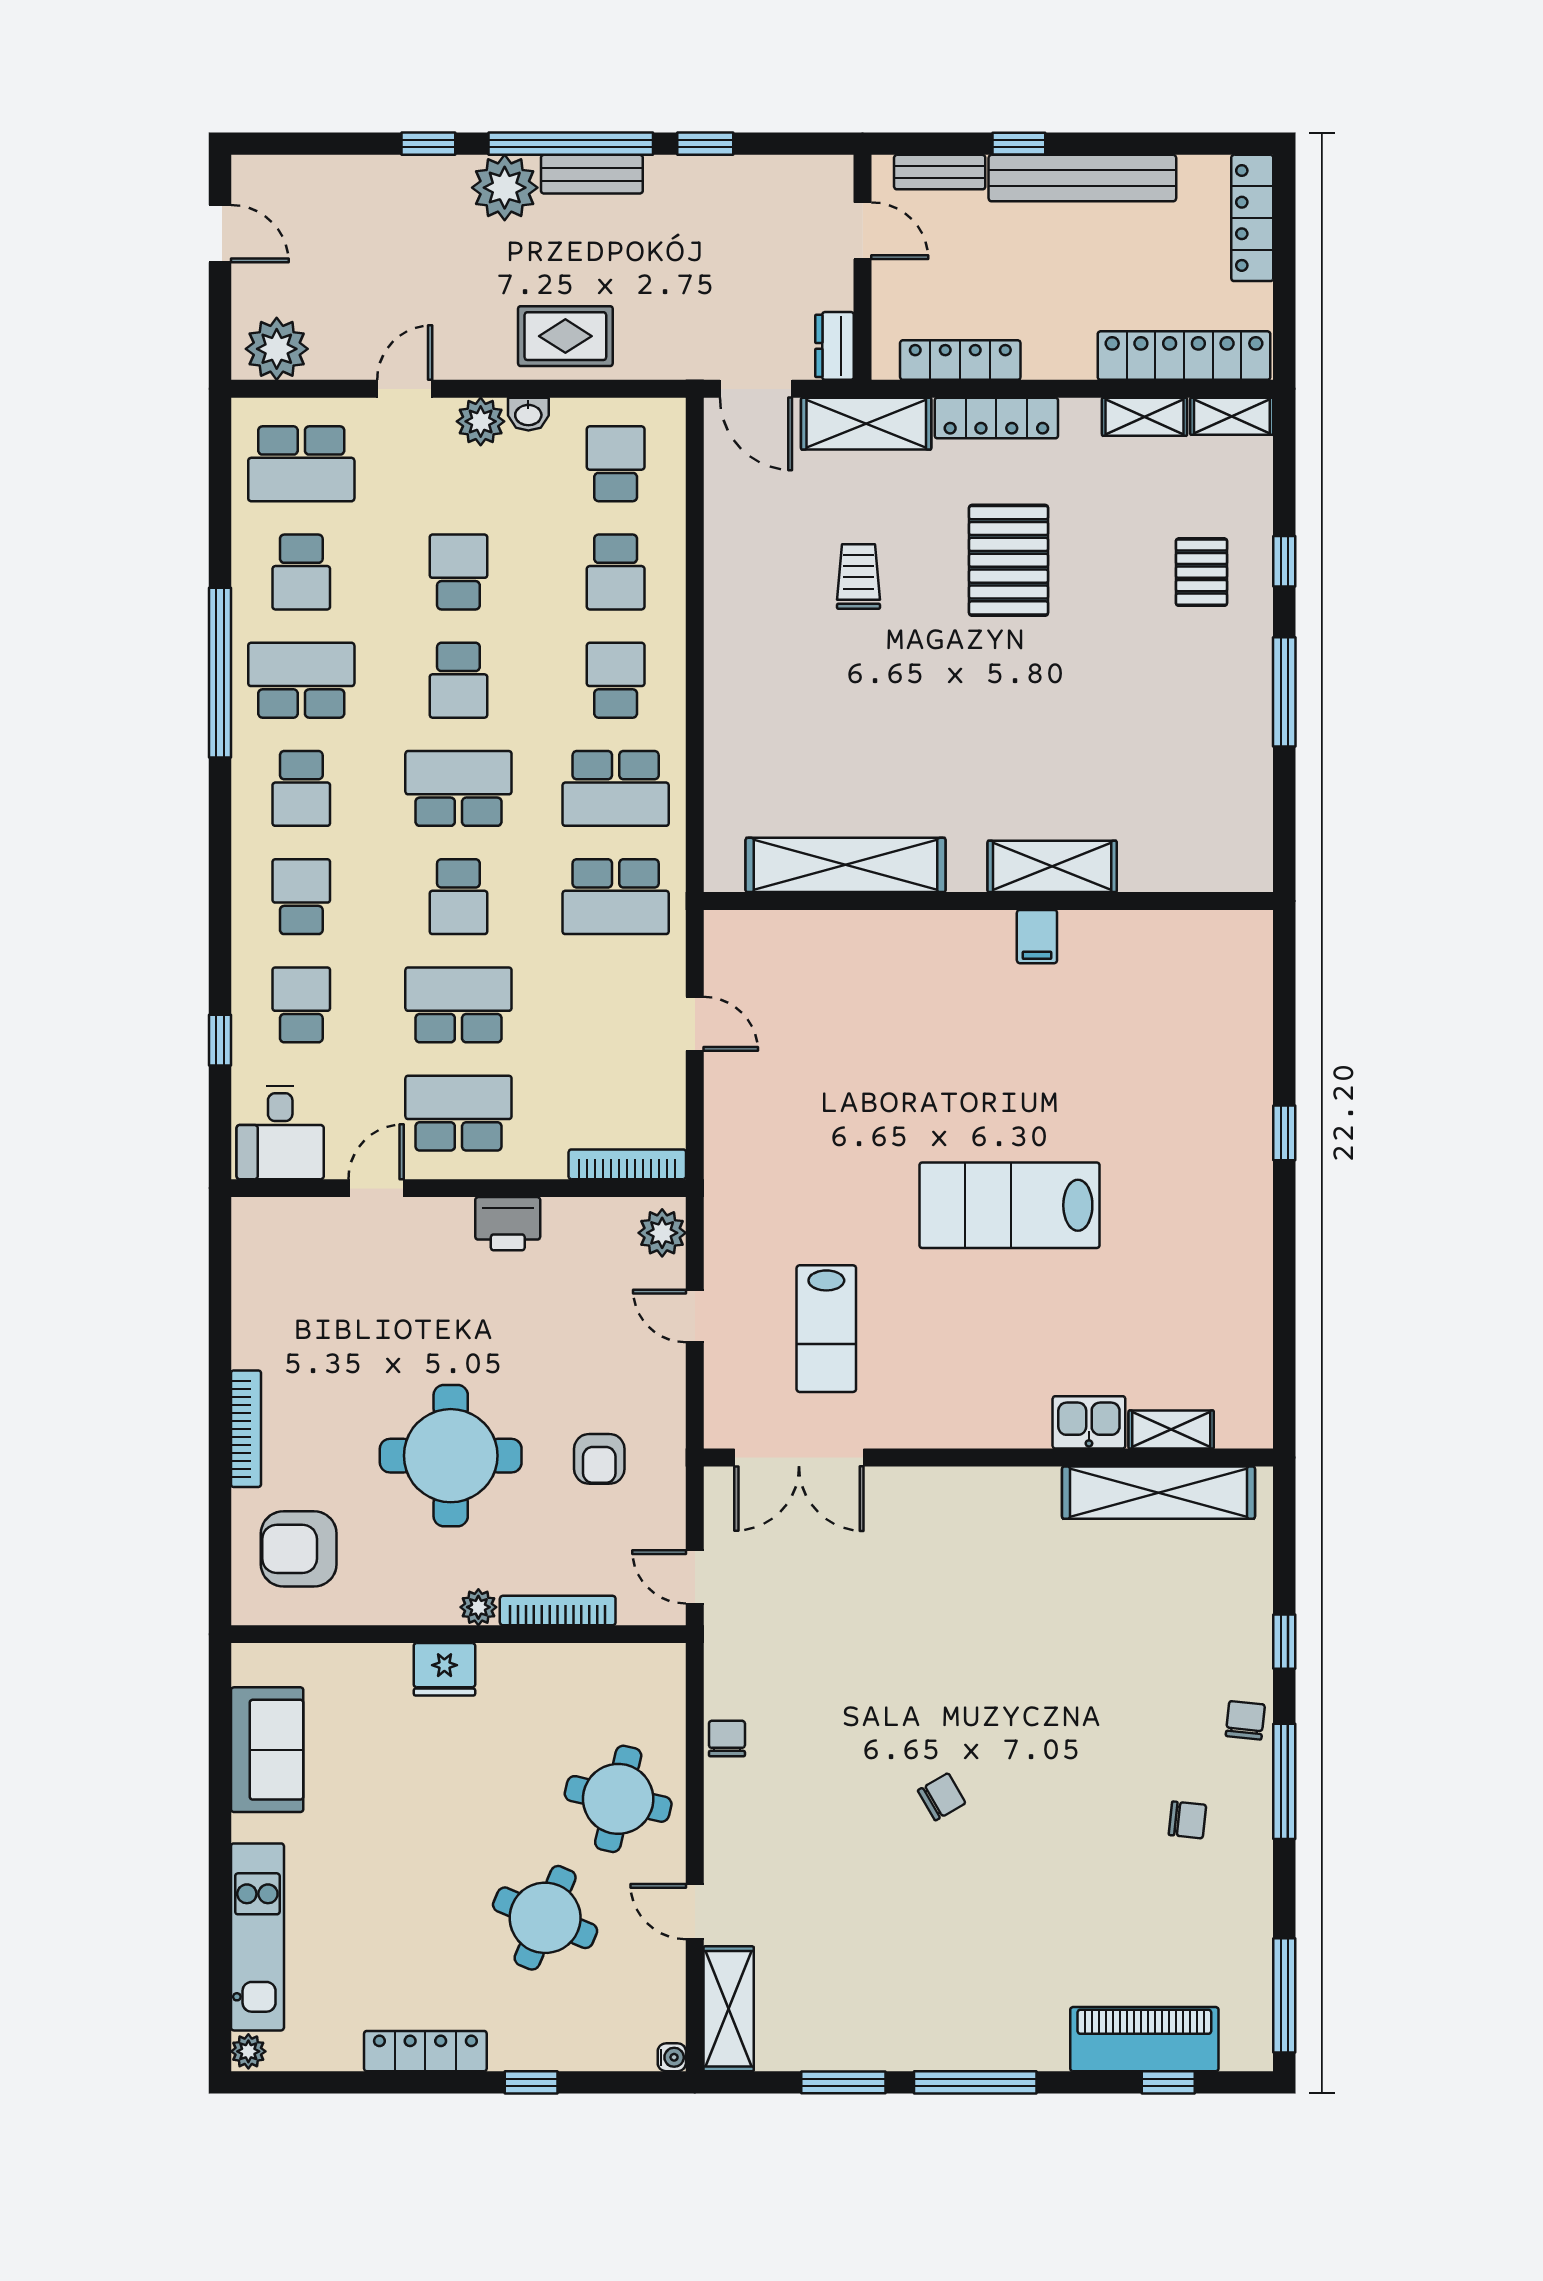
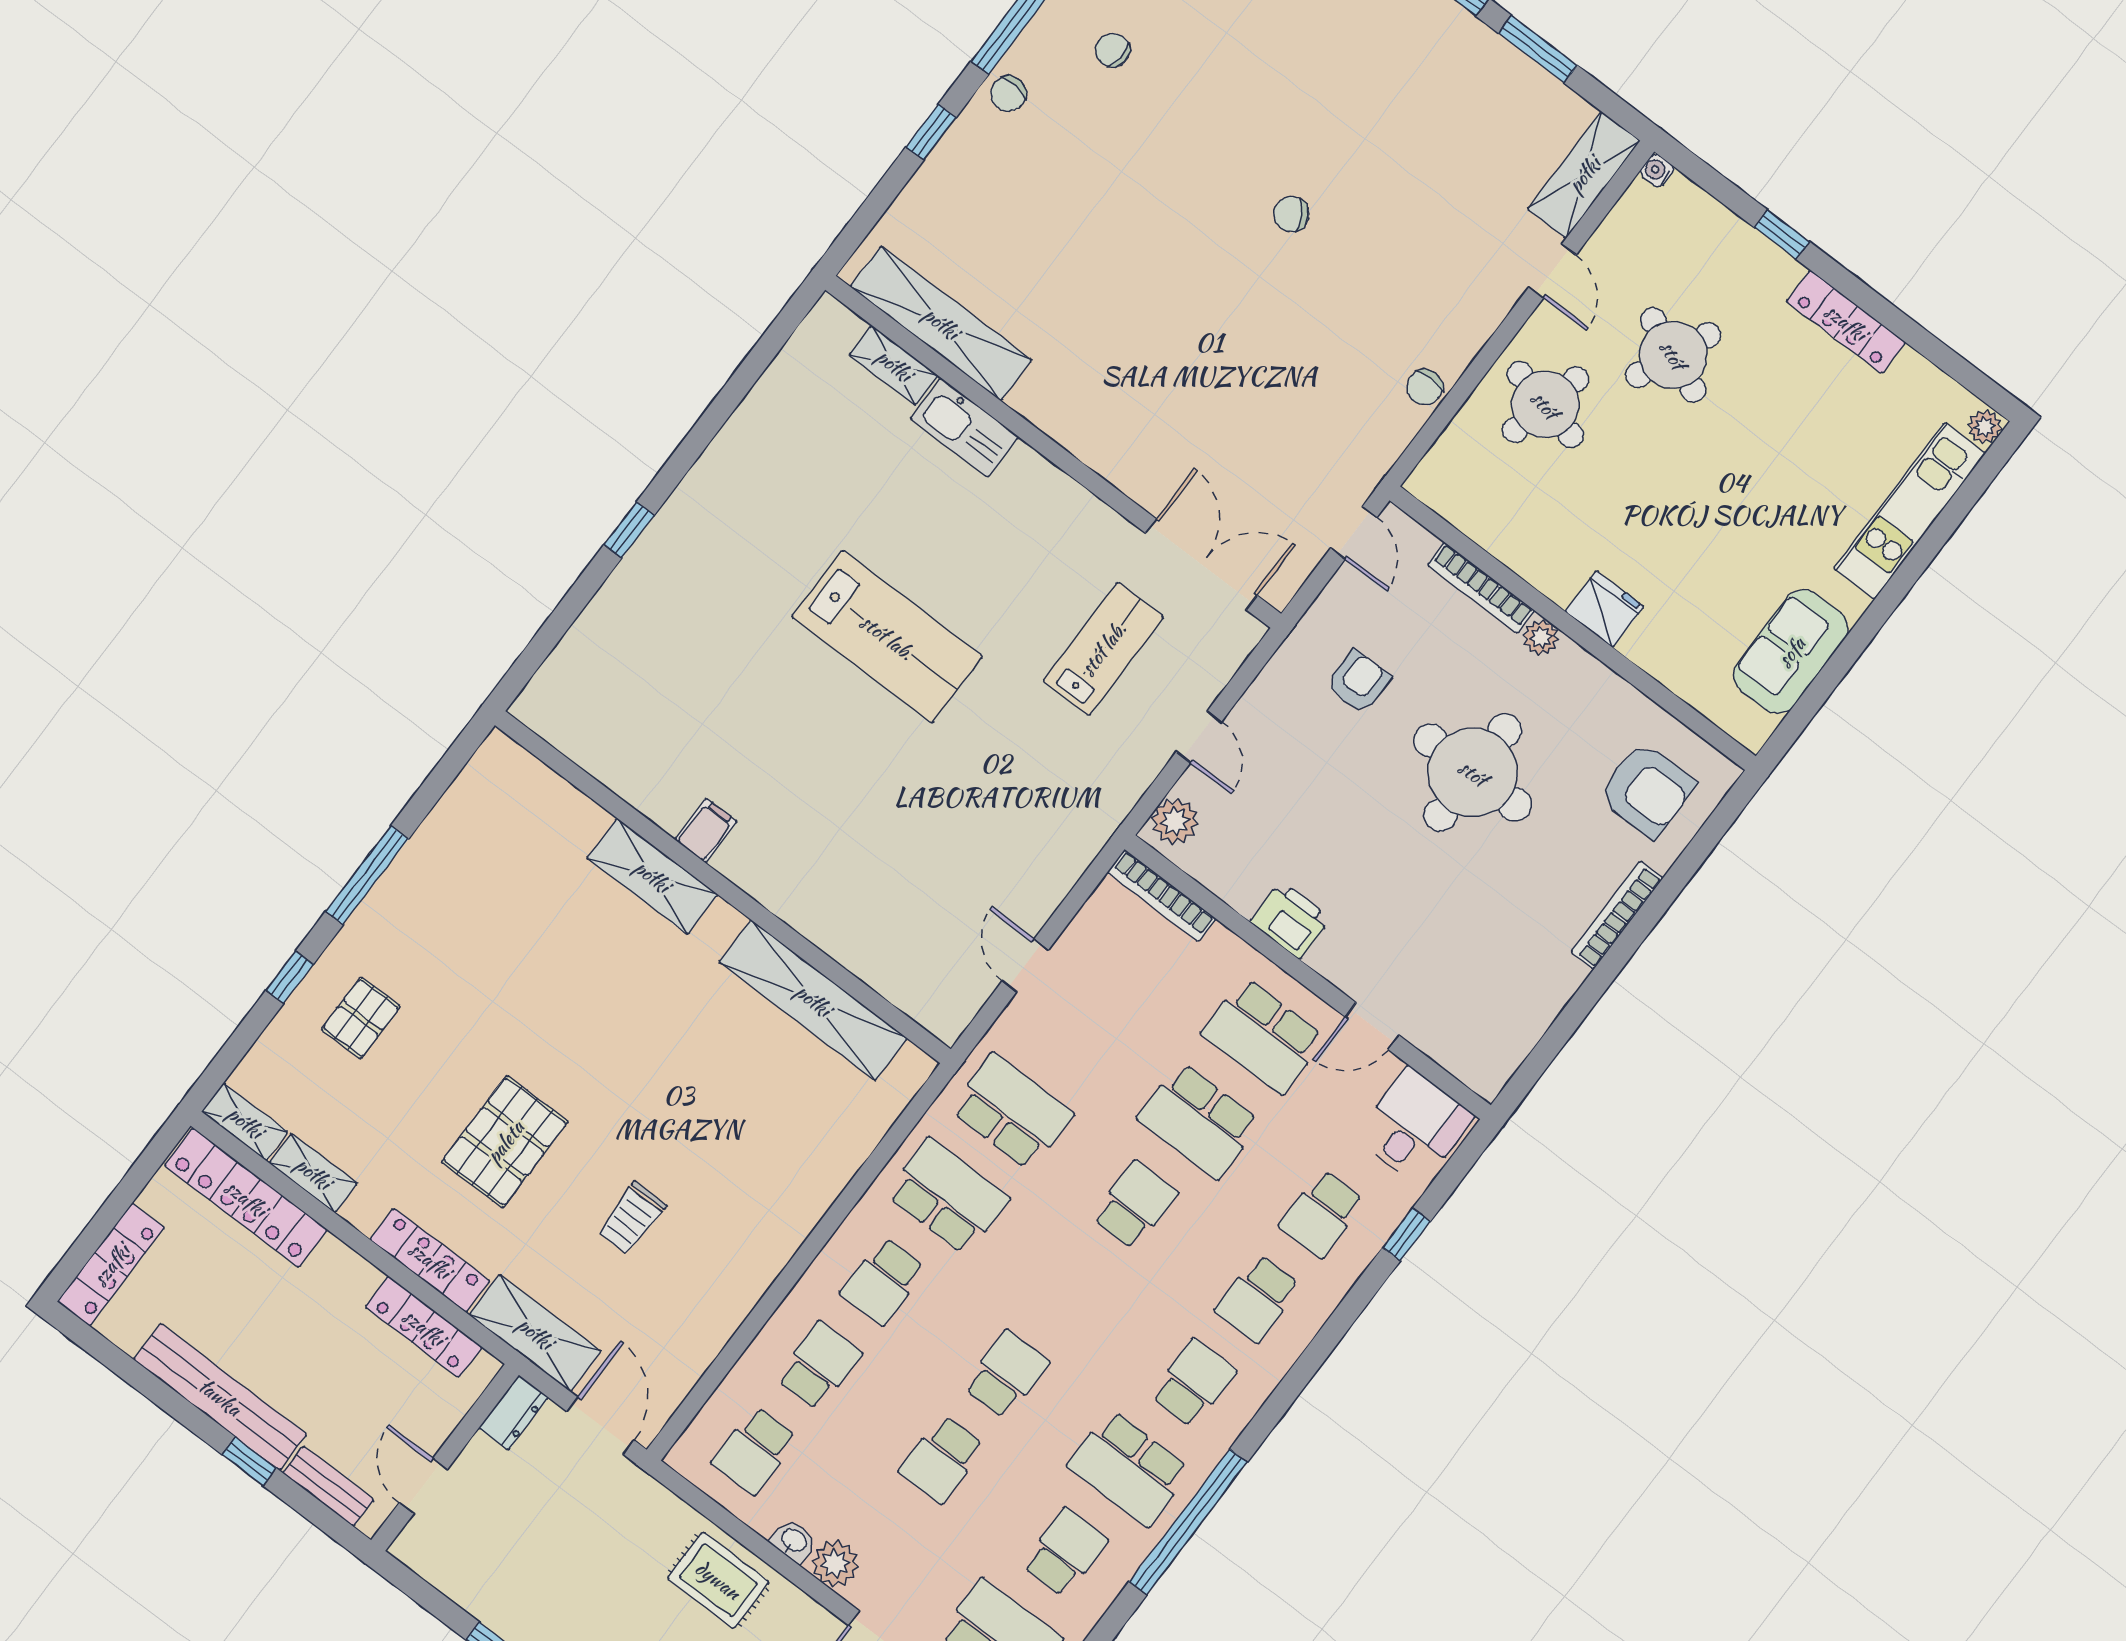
school desk: (458, 788) -> (1070, 1290), removed
kitchen sink: (1089, 1422) -> (964, 428), width x1.38

